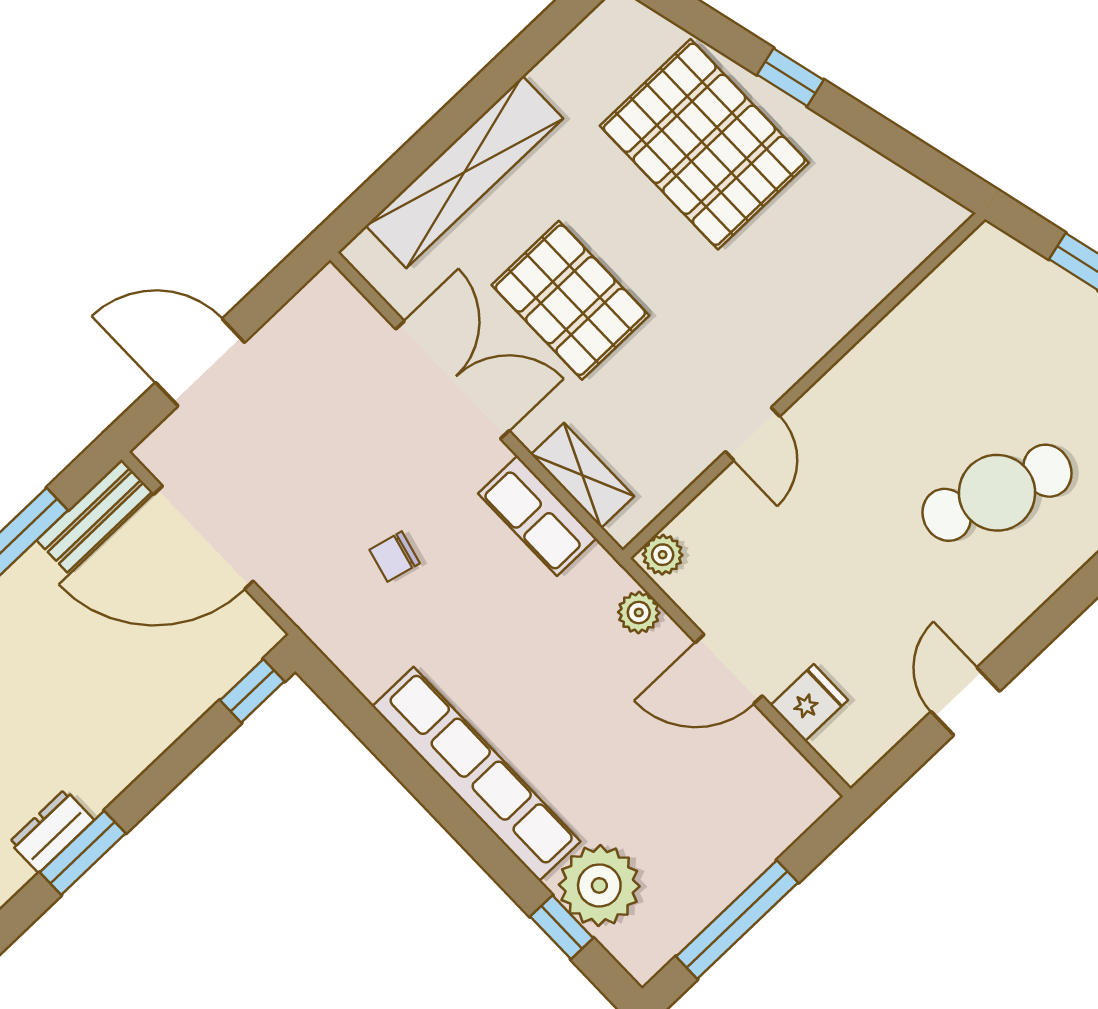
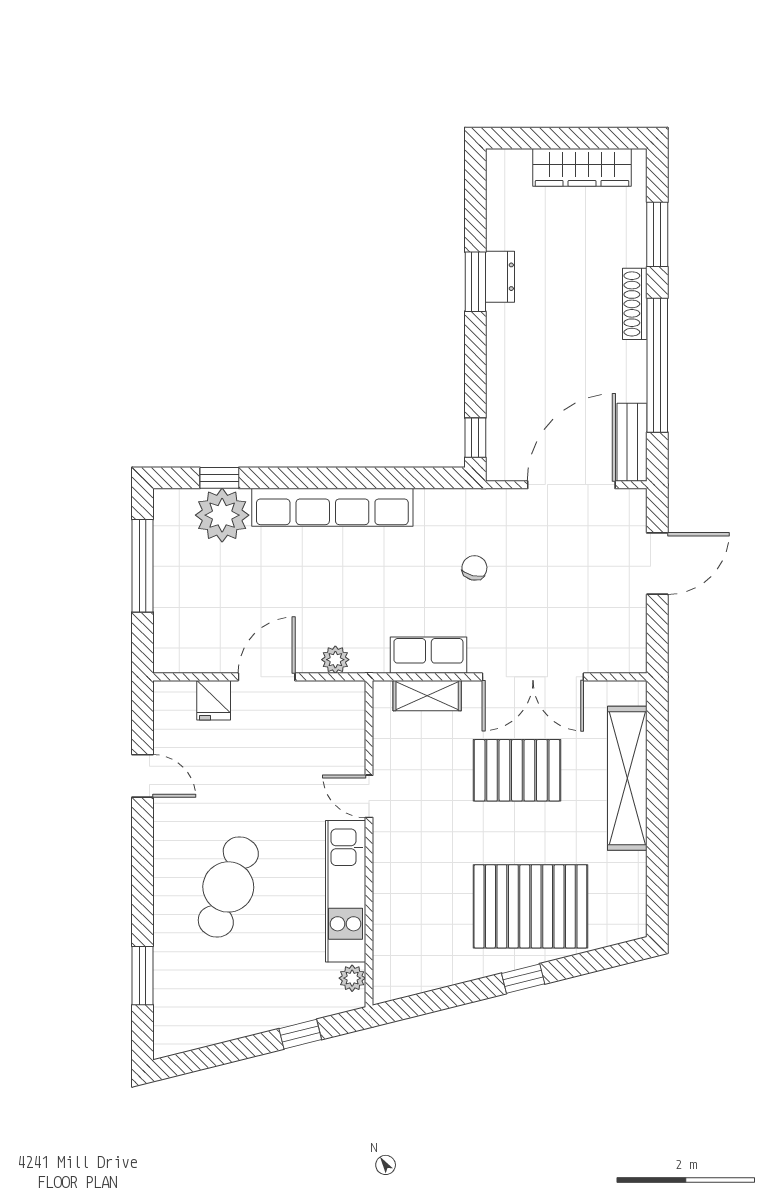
kitchen unit: (880, 361) -> (346, 891), added
plant: (663, 555) -> (352, 978), moved

